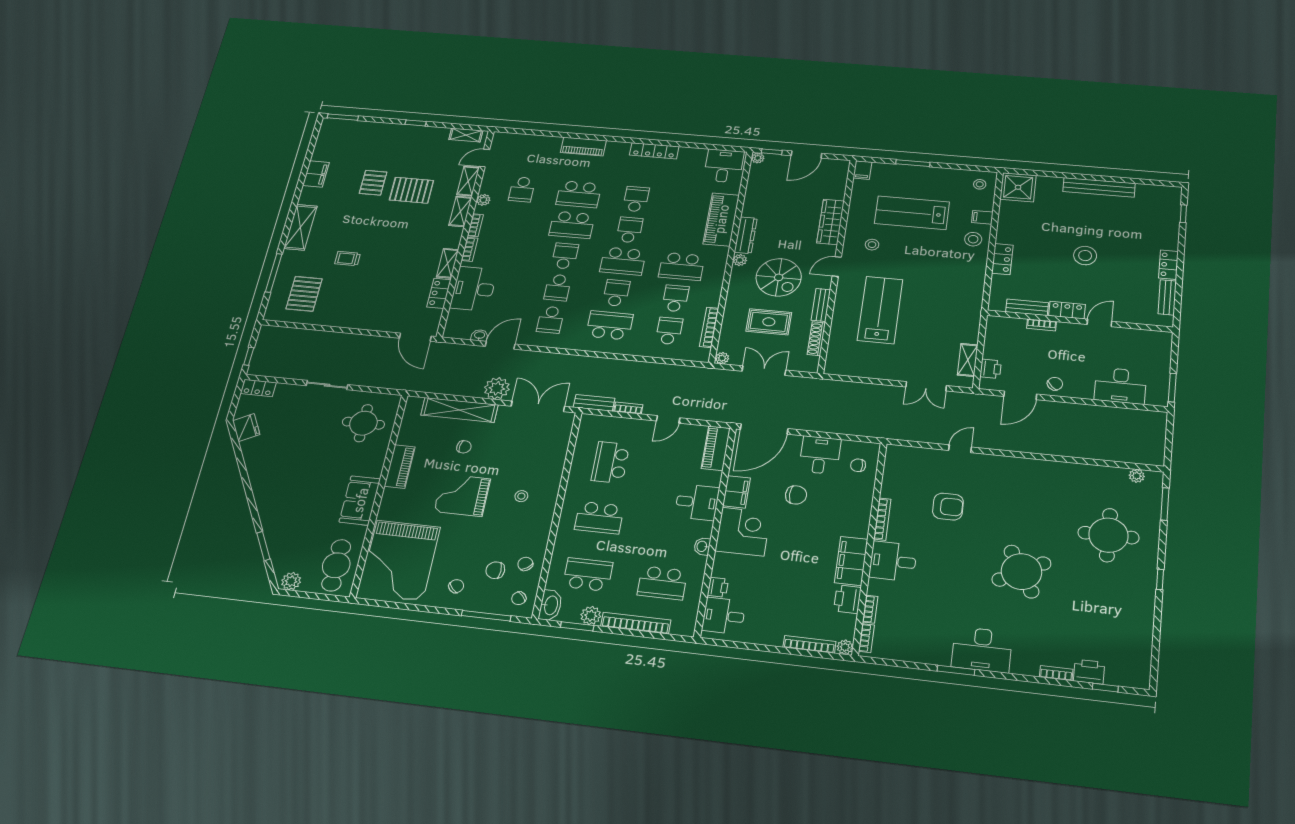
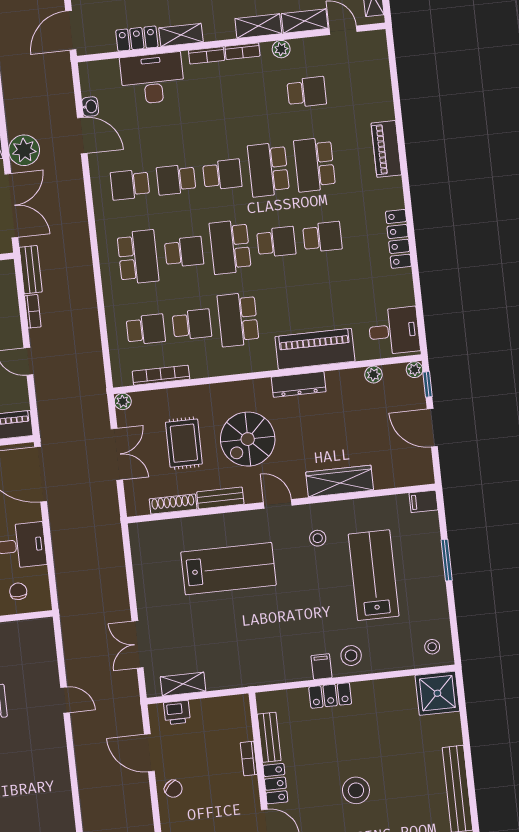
school desk: (522, 189) -> (307, 92), turned 180
filing cabinet: (982, 217) -> (322, 667), moved
plant: (740, 260) -> (373, 375), moved

